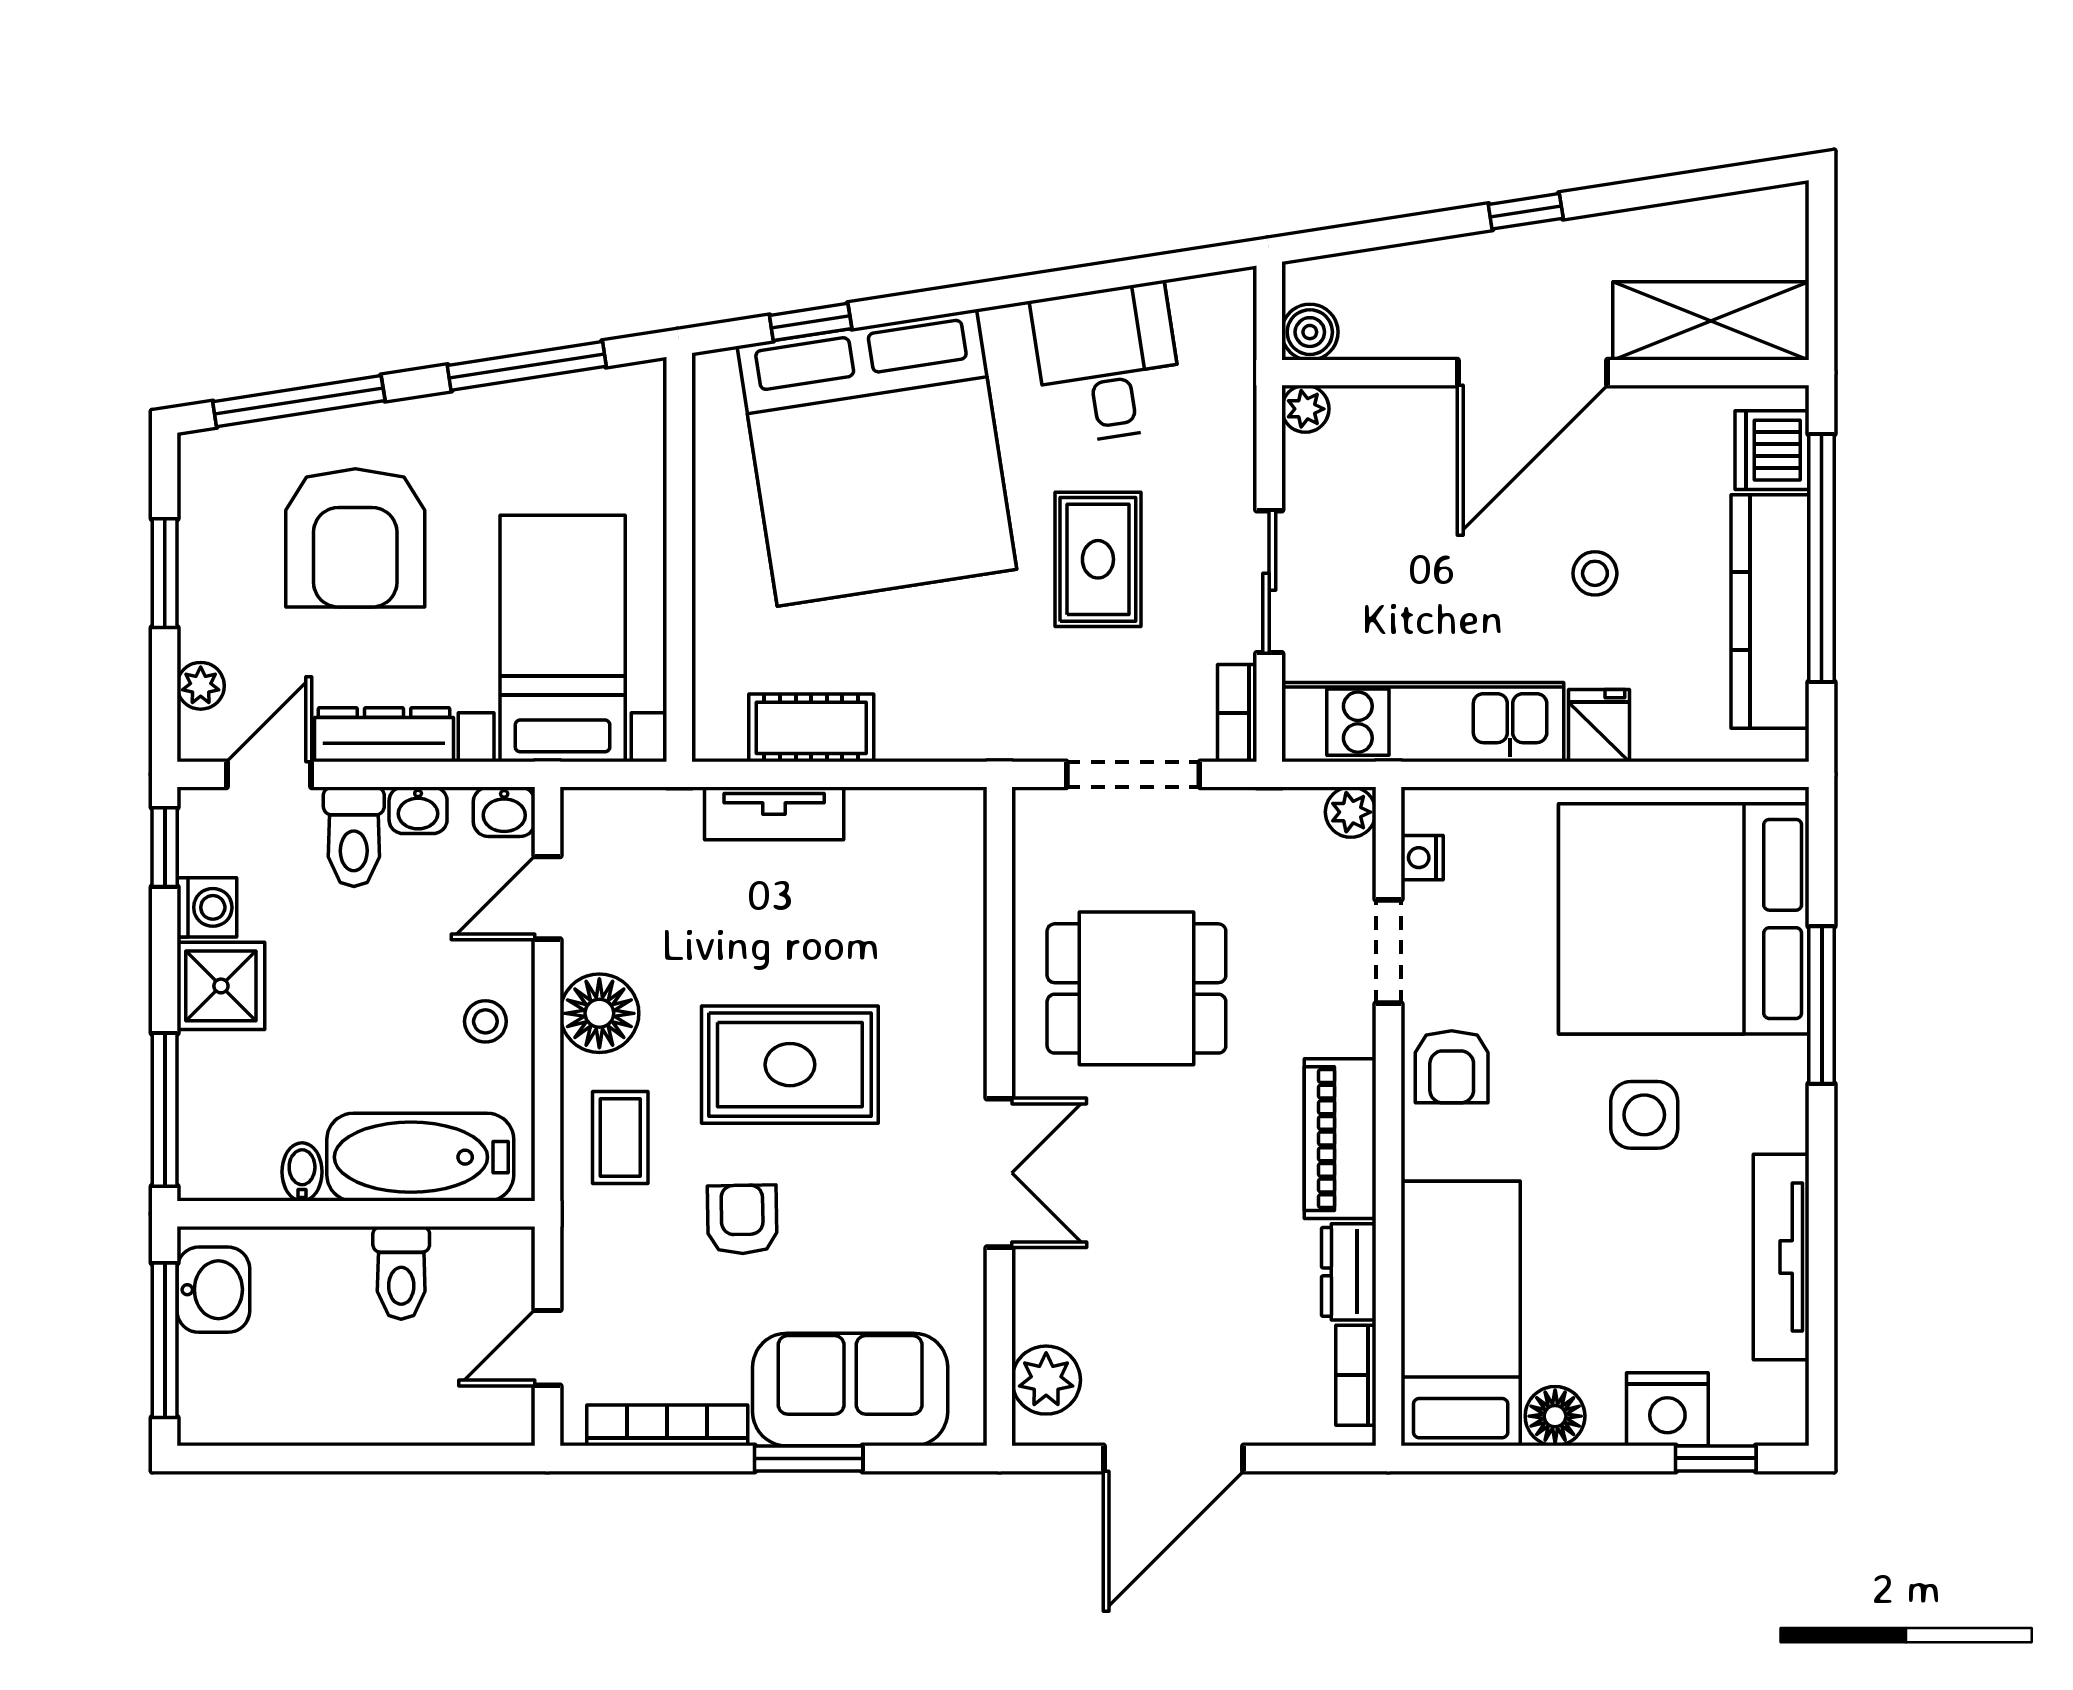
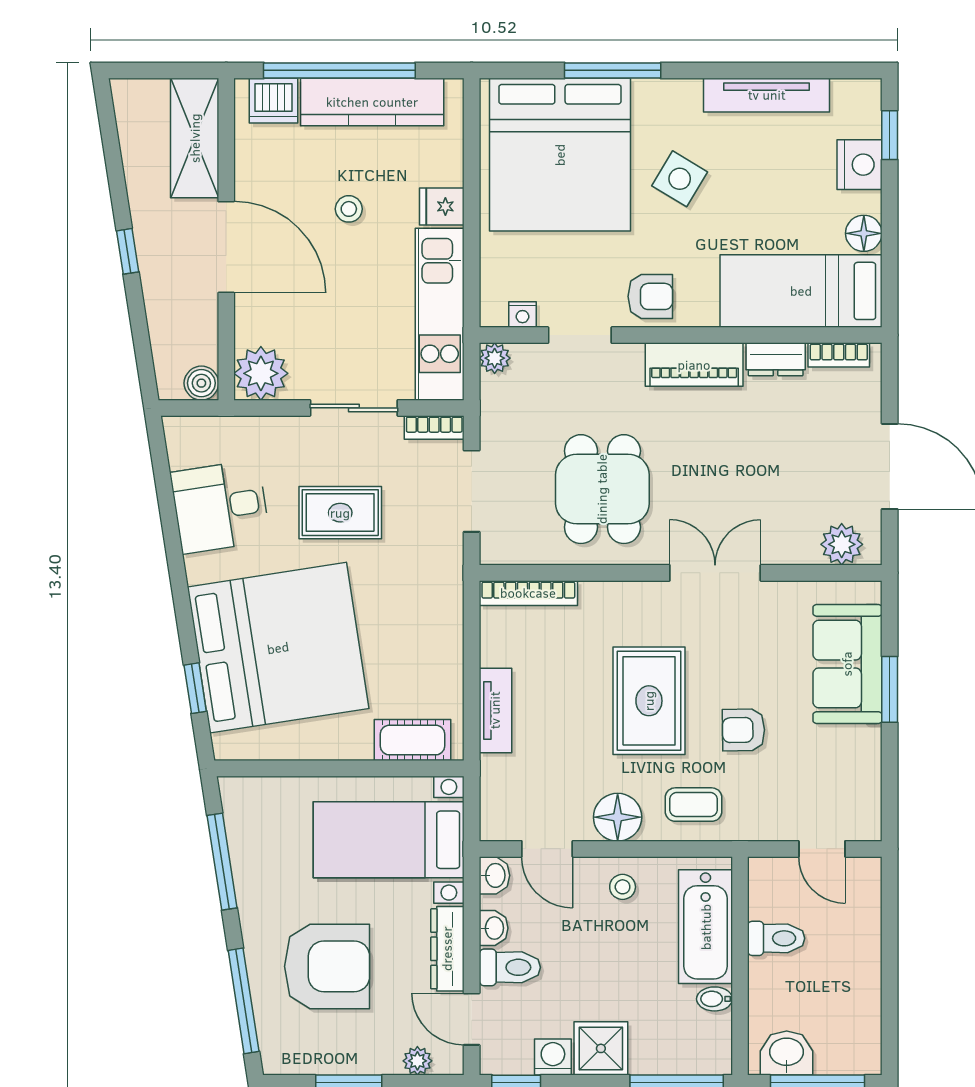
plant: (1305, 409) -> (261, 373), width x1.88, depth x1.88
cot: (811, 728) -> (413, 740), moved, turned 90
side table: (1644, 1115) -> (680, 179), turned 31
bookcase: (667, 1425) -> (528, 593), moved, turned -90

